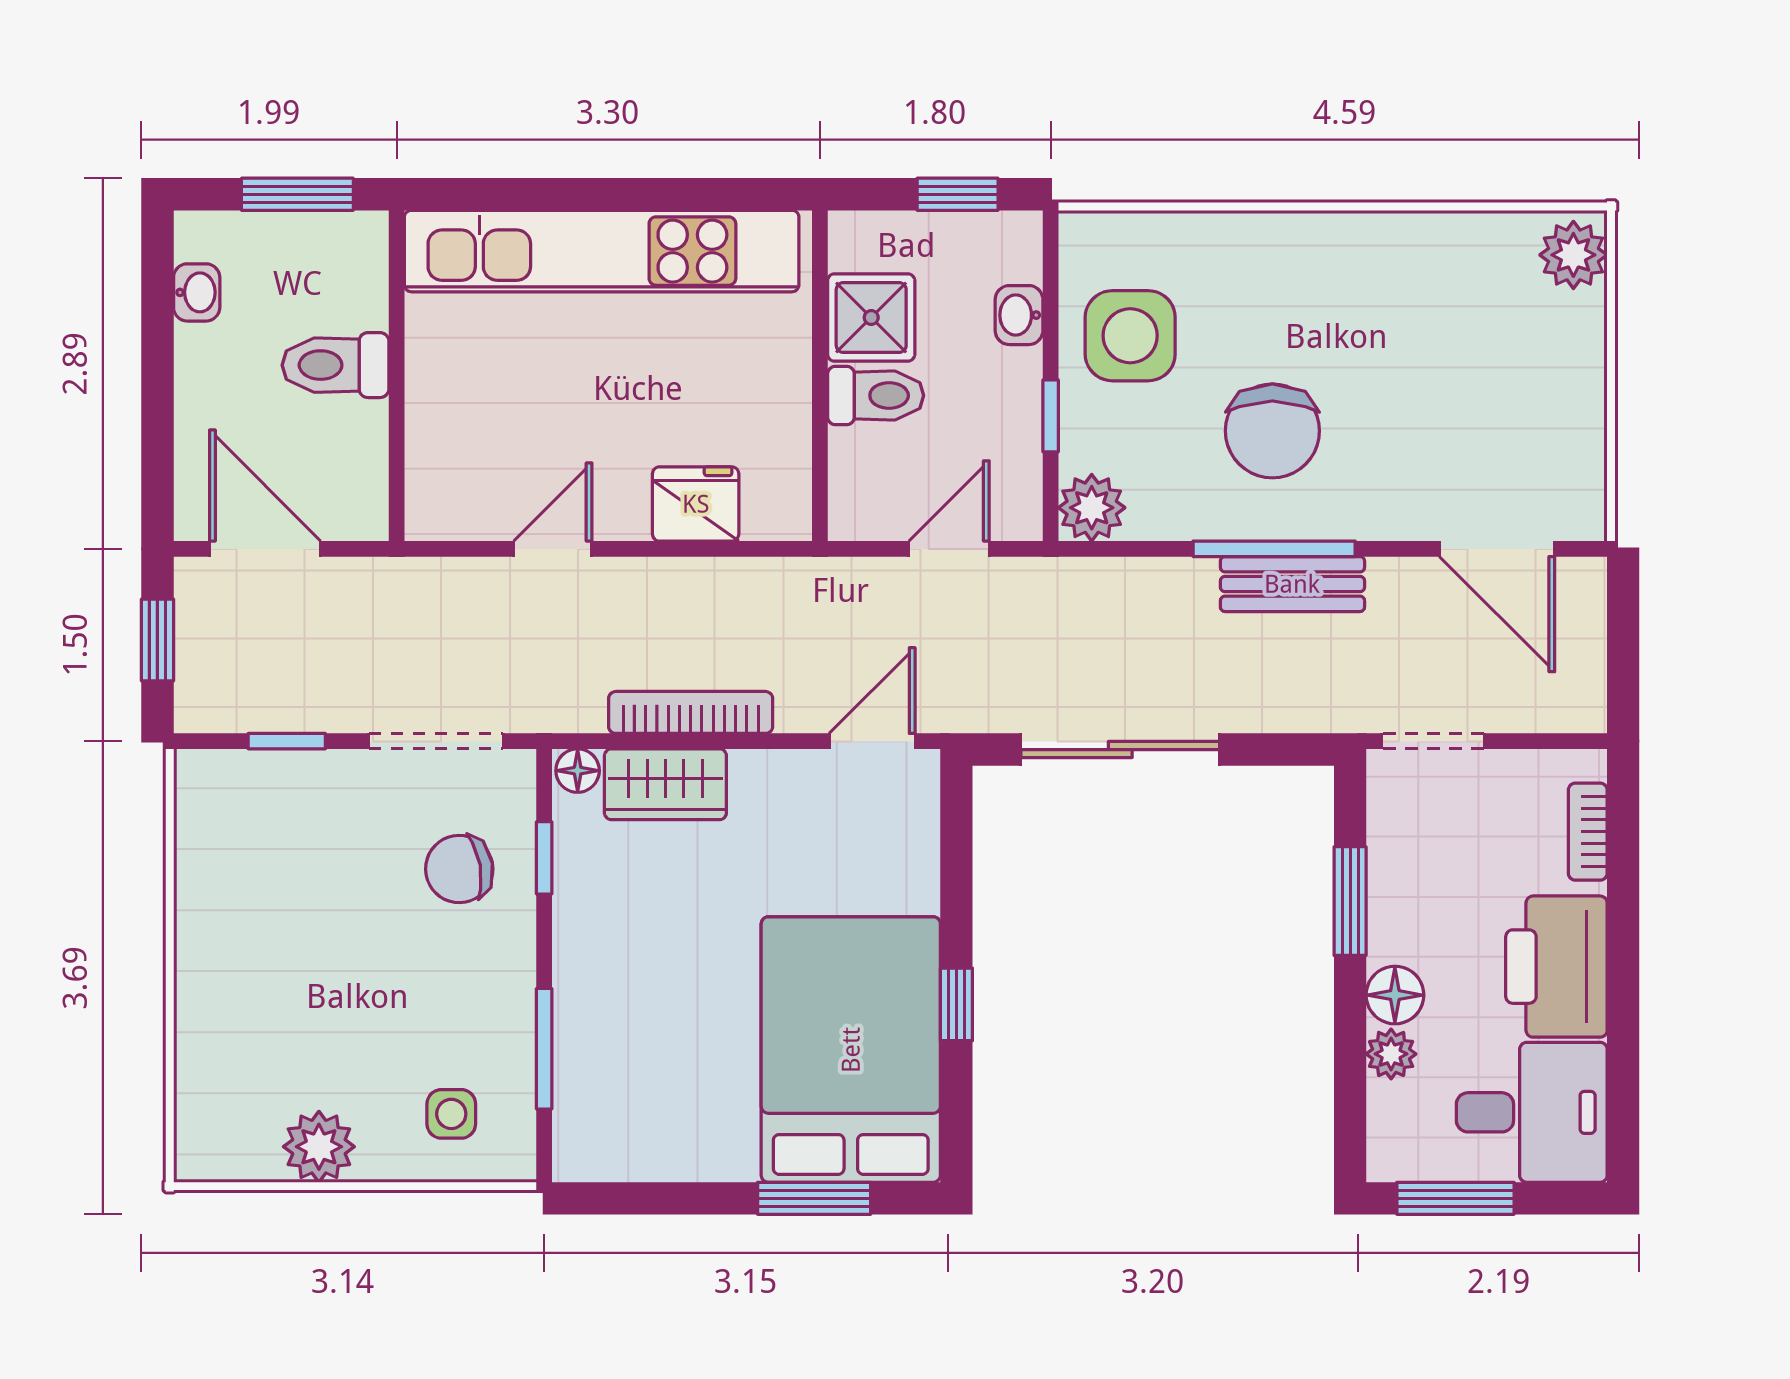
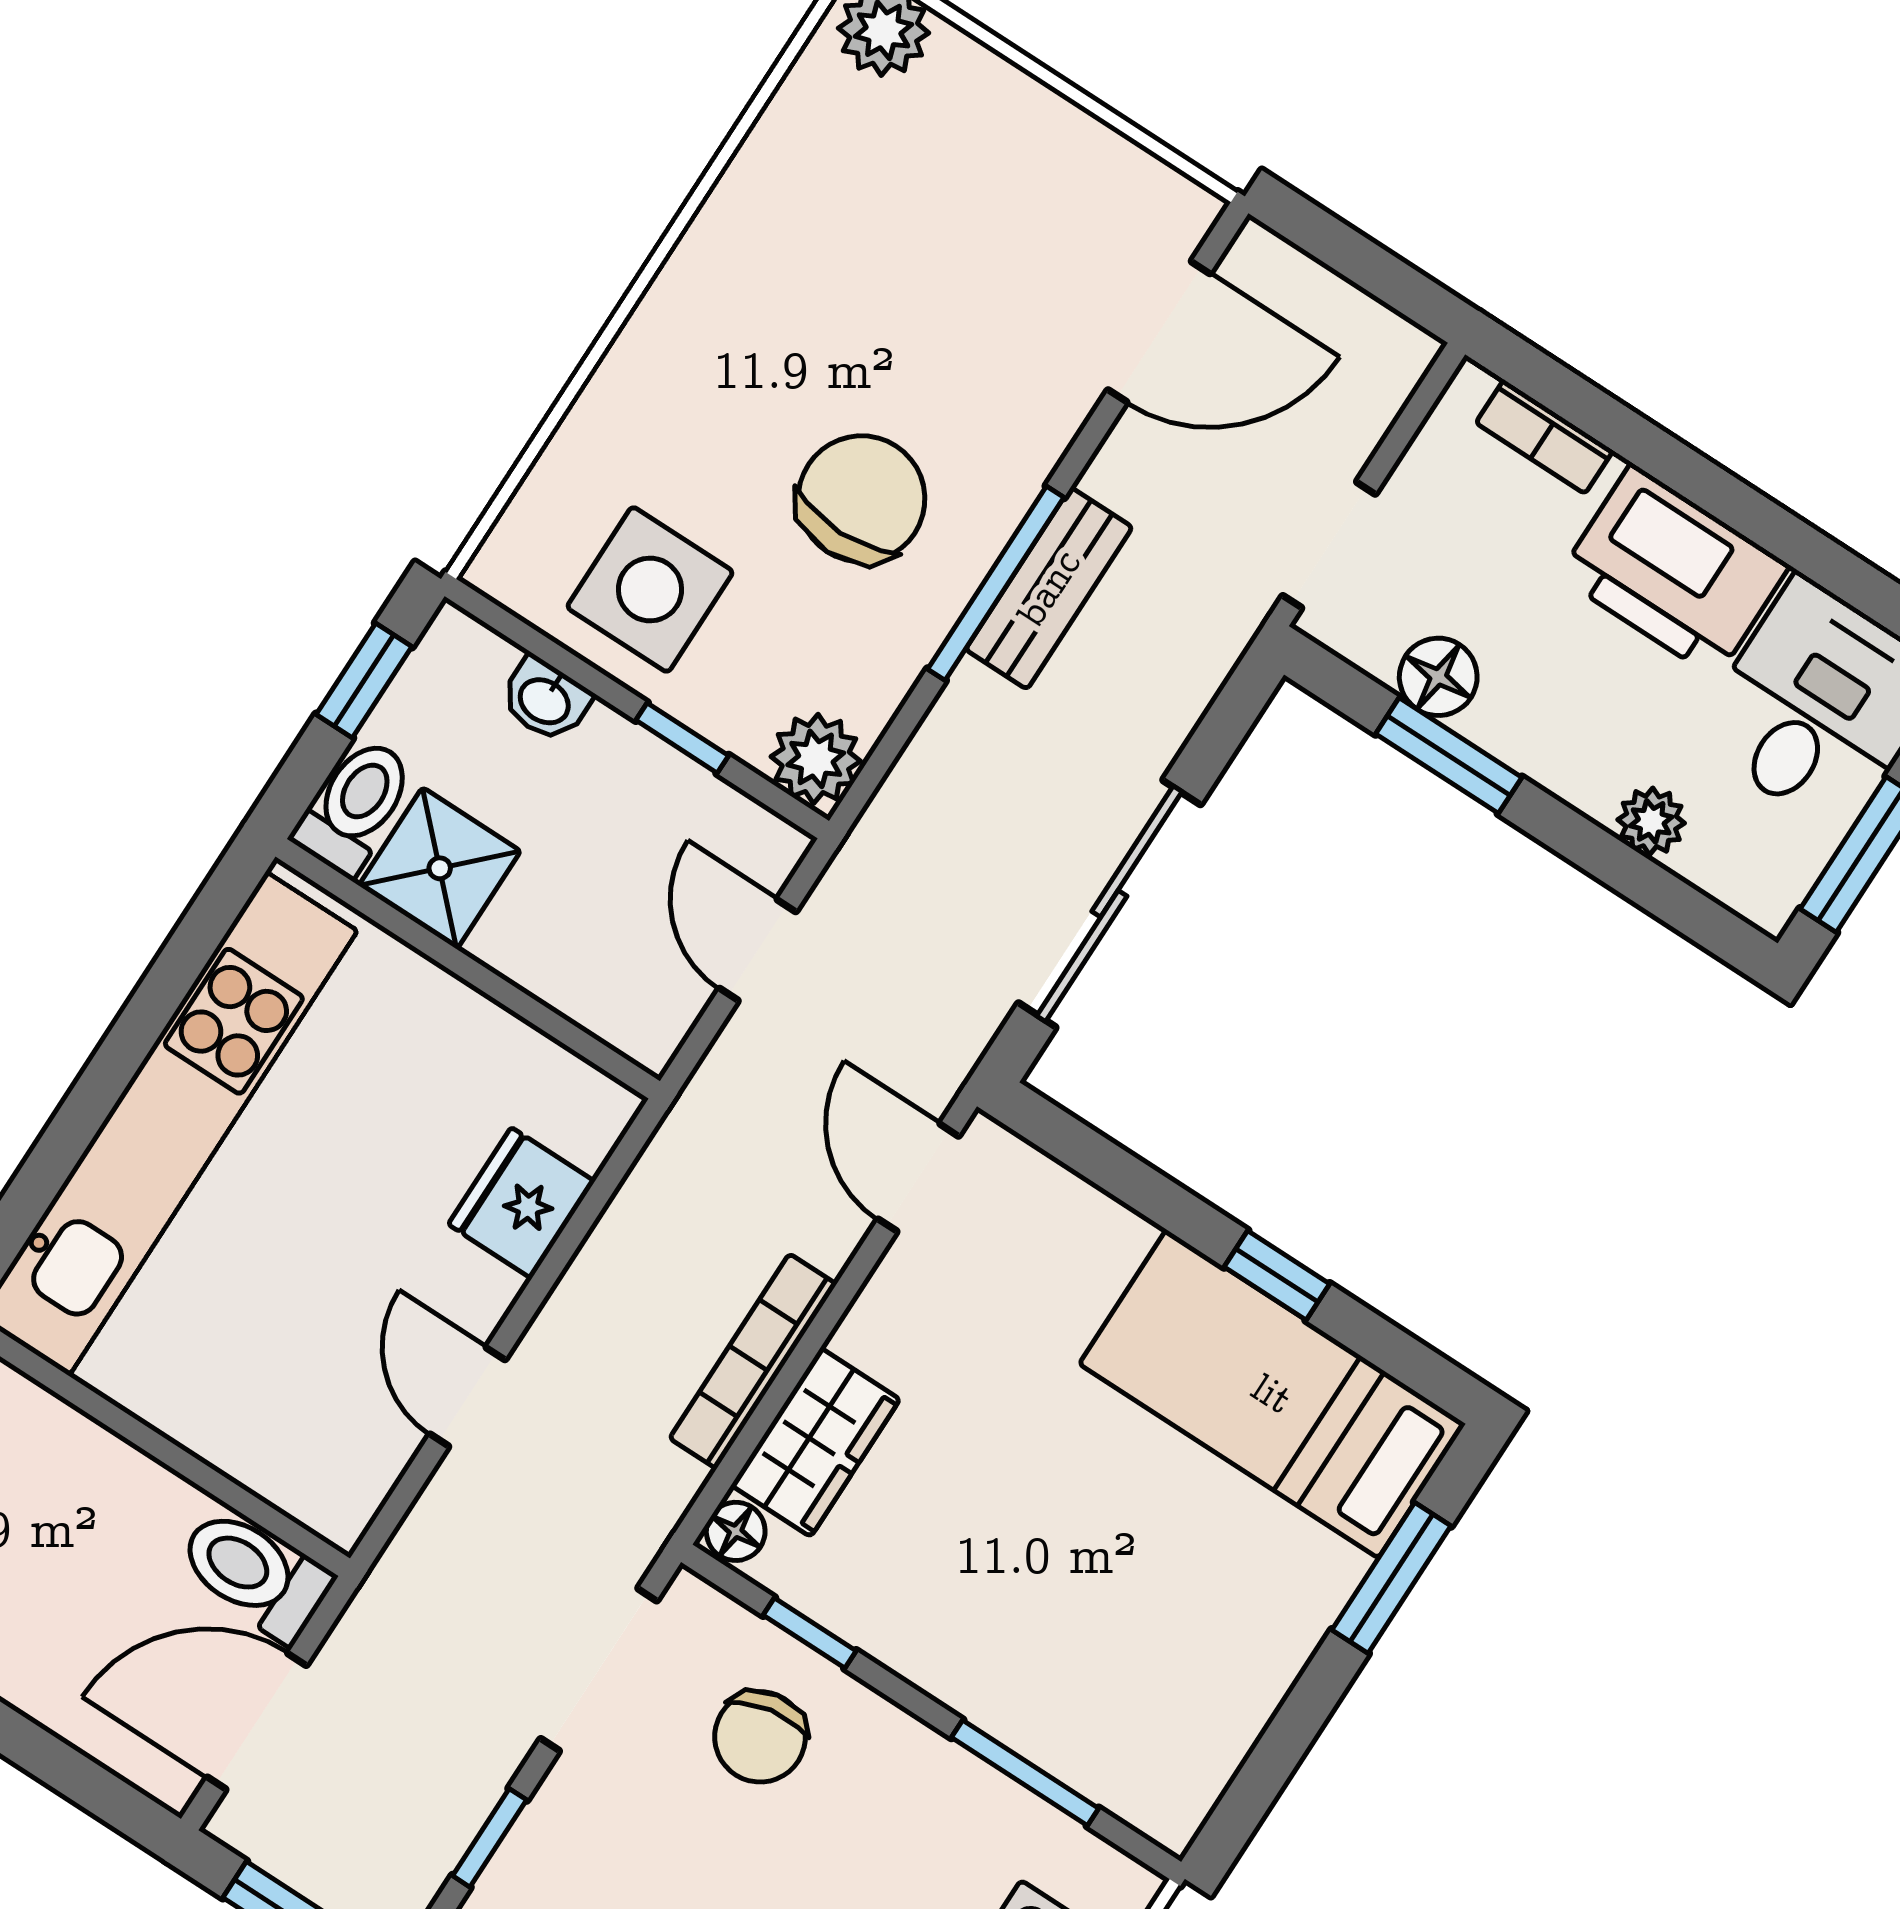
toilet: (336, 365) -> (255, 1573), moved, turned 90
toilet: (876, 395) -> (355, 806), moved
chair: (1272, 431) -> (862, 499), turned -90
floor lamp: (1395, 995) -> (1438, 677), moved
bed: (851, 1050) -> (1272, 1394), width x0.67

